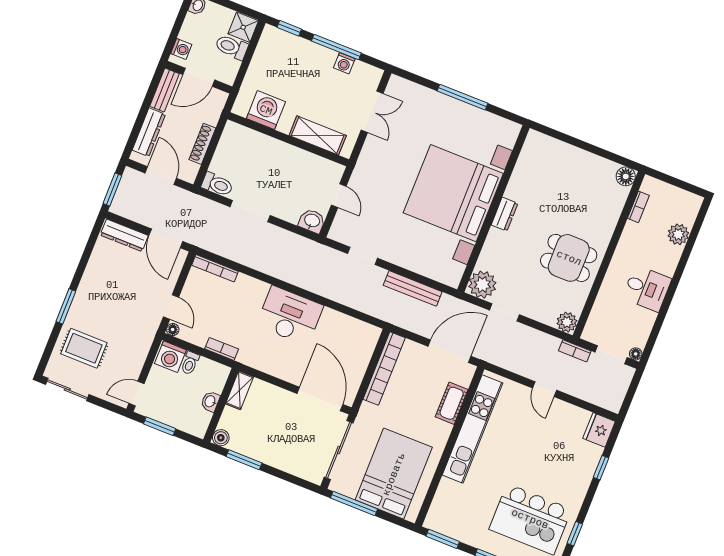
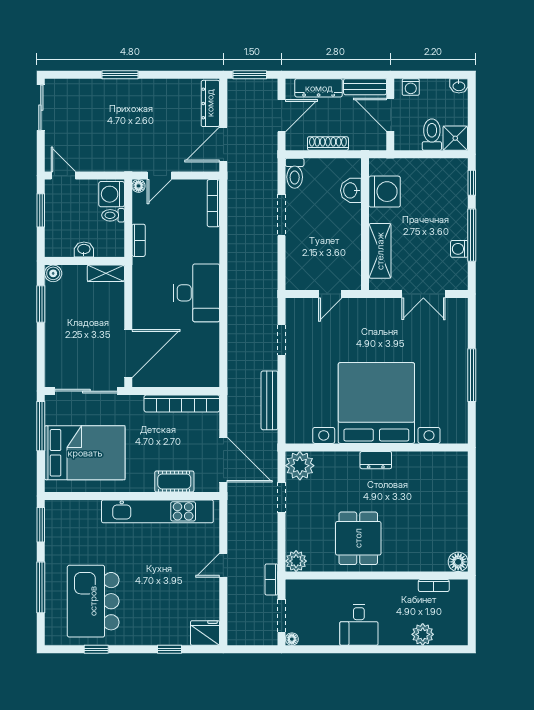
washbasin: (312, 221) -> (351, 190), moved, turned 180
rug: (84, 348) -> (87, 108), removed

